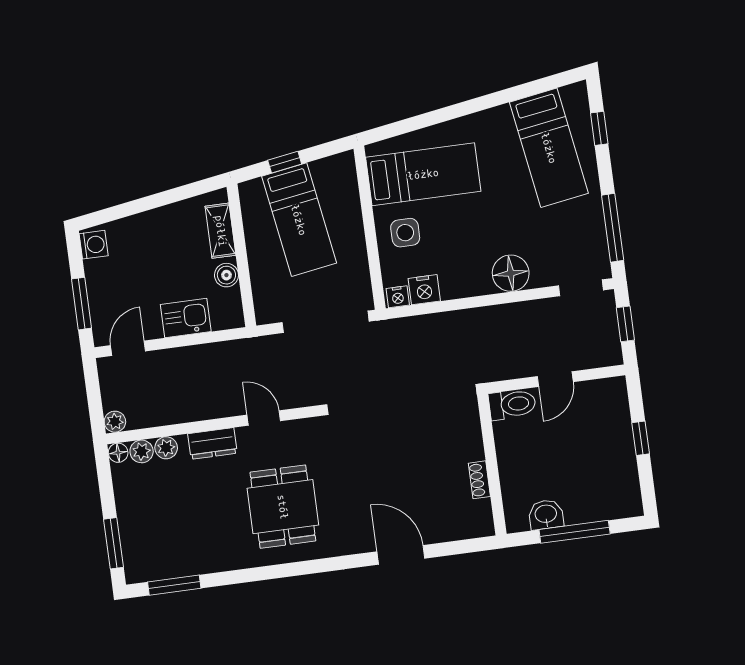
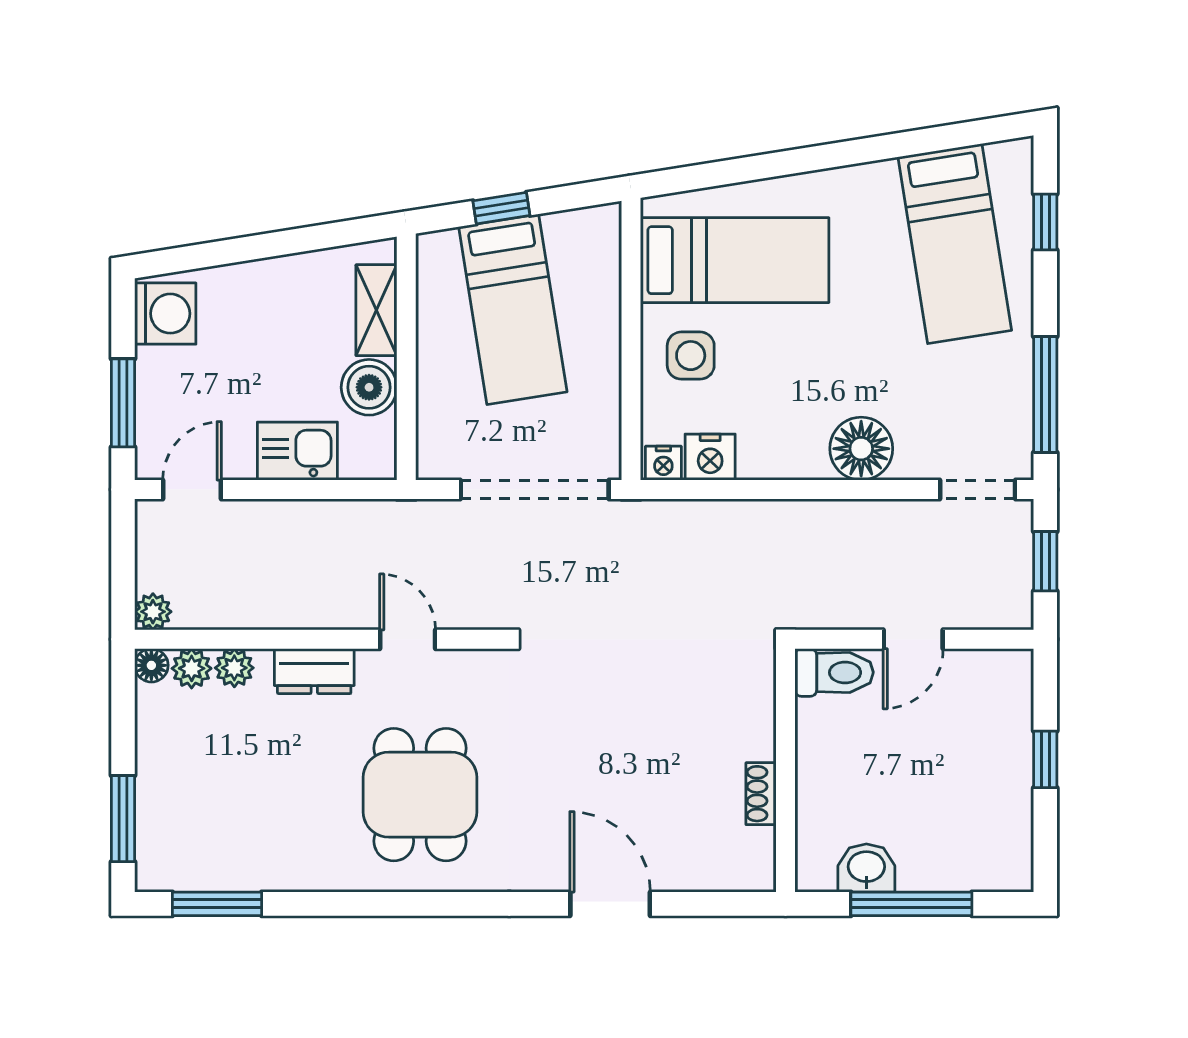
washing machine: (94, 245) -> (165, 314), width x1.38, depth x1.38
boiler: (226, 275) -> (369, 387), width x1.36, depth x1.36

